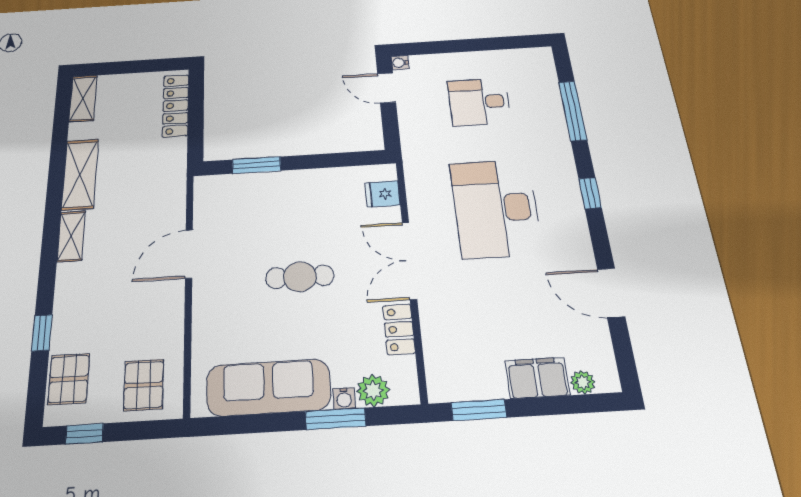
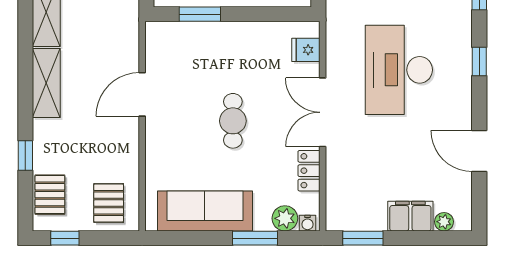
shelving: (71, 236) -> (46, 83), width x1.50, depth x1.33
cafe table: (300, 277) -> (233, 121), turned 90
water cooler: (344, 398) -> (308, 223), moved

